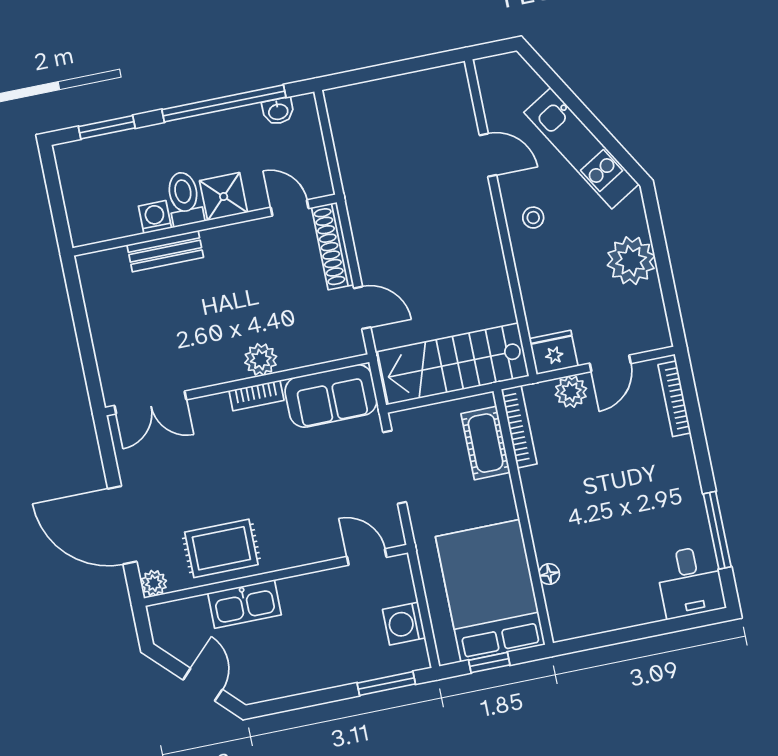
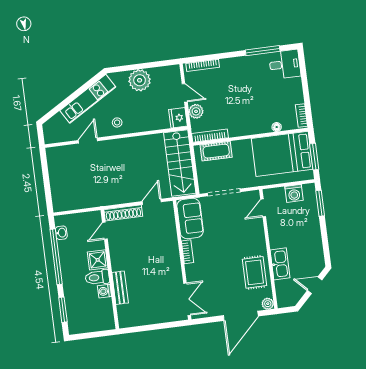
plant: (261, 360) -> (172, 249), removed
bookcase: (579, 627) -> (301, 115), added
window: (489, 663) -> (314, 157), width x1.50

